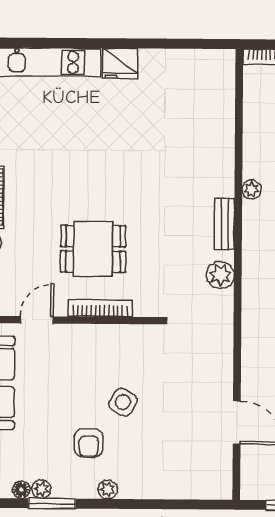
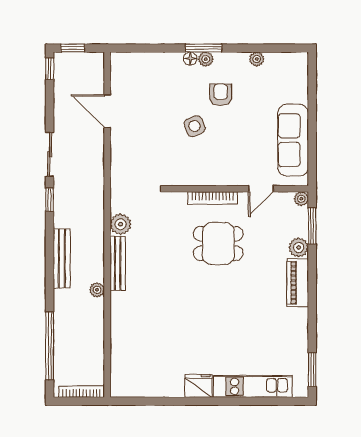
bench: (224, 224) -> (118, 263), width x1.36
side table: (123, 402) -> (195, 126), turned 37
floor lamp: (21, 490) -> (190, 59), moved
window: (52, 503) -> (204, 48), moved

